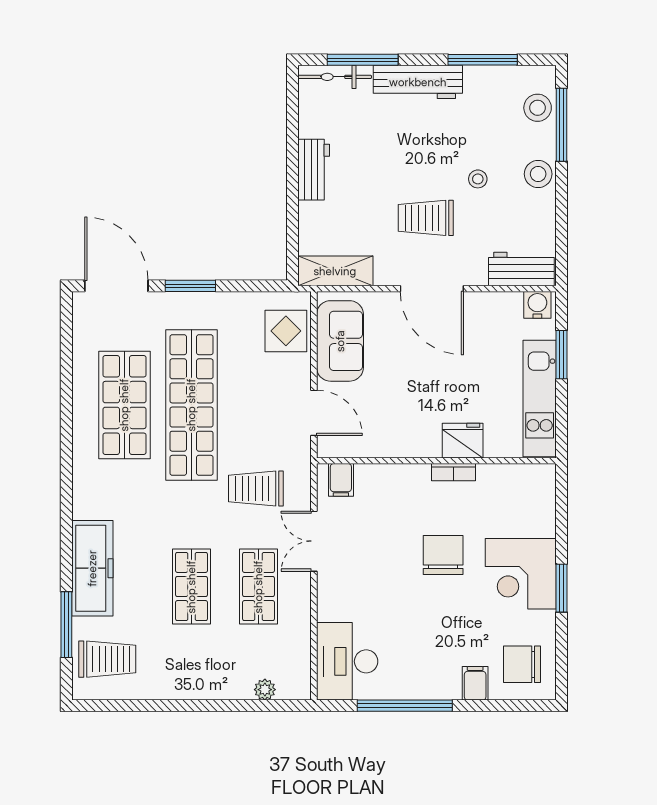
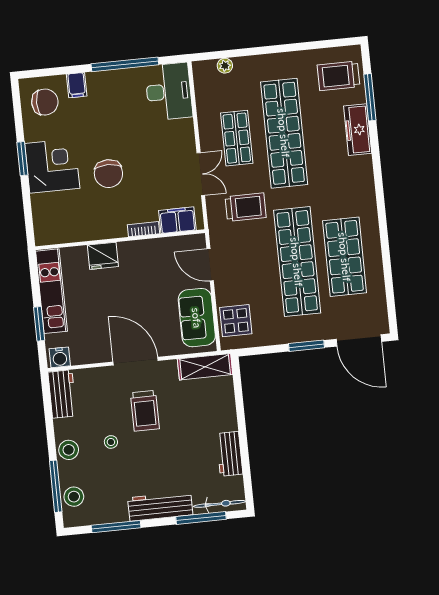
workbench: (314, 170) -> (230, 454), moved
trolley: (426, 218) -> (145, 411), turned 90
workbench: (521, 269) -> (62, 394), moved, turned -90
bookcase: (454, 472) -> (143, 229), moved
filing cabinet: (341, 480) -> (177, 220), width x2.00
freezer: (92, 568) -> (358, 130), width x0.73, depth x0.79
shop shelf: (191, 587) -> (284, 133), width x2.00, depth x1.36

